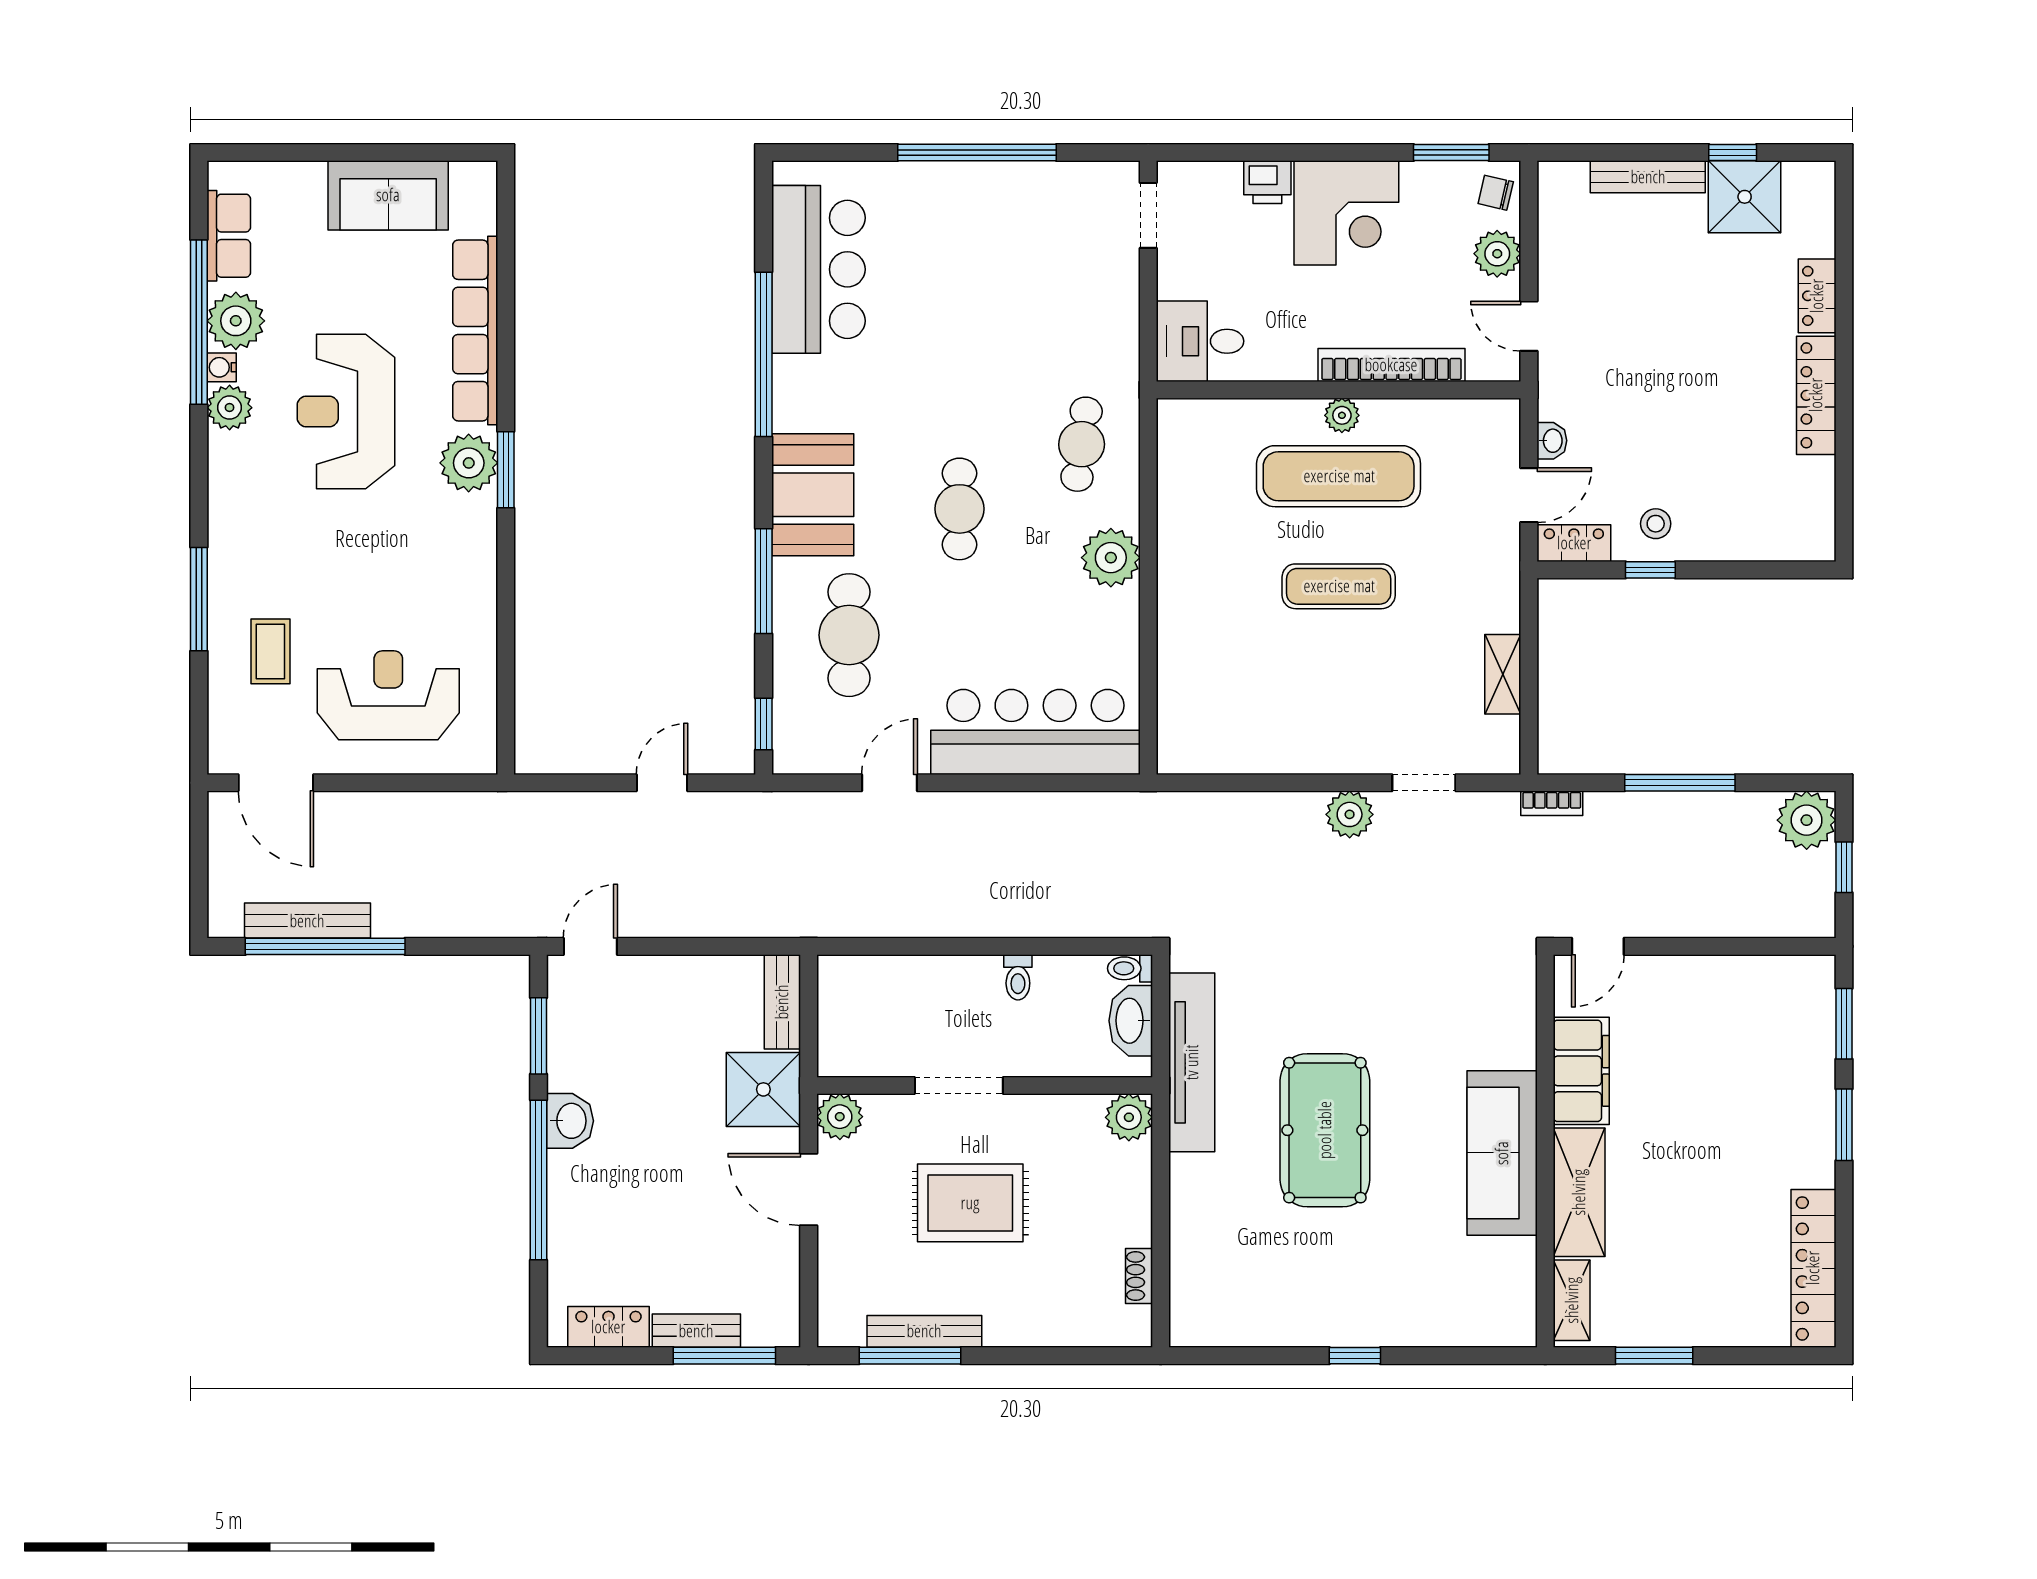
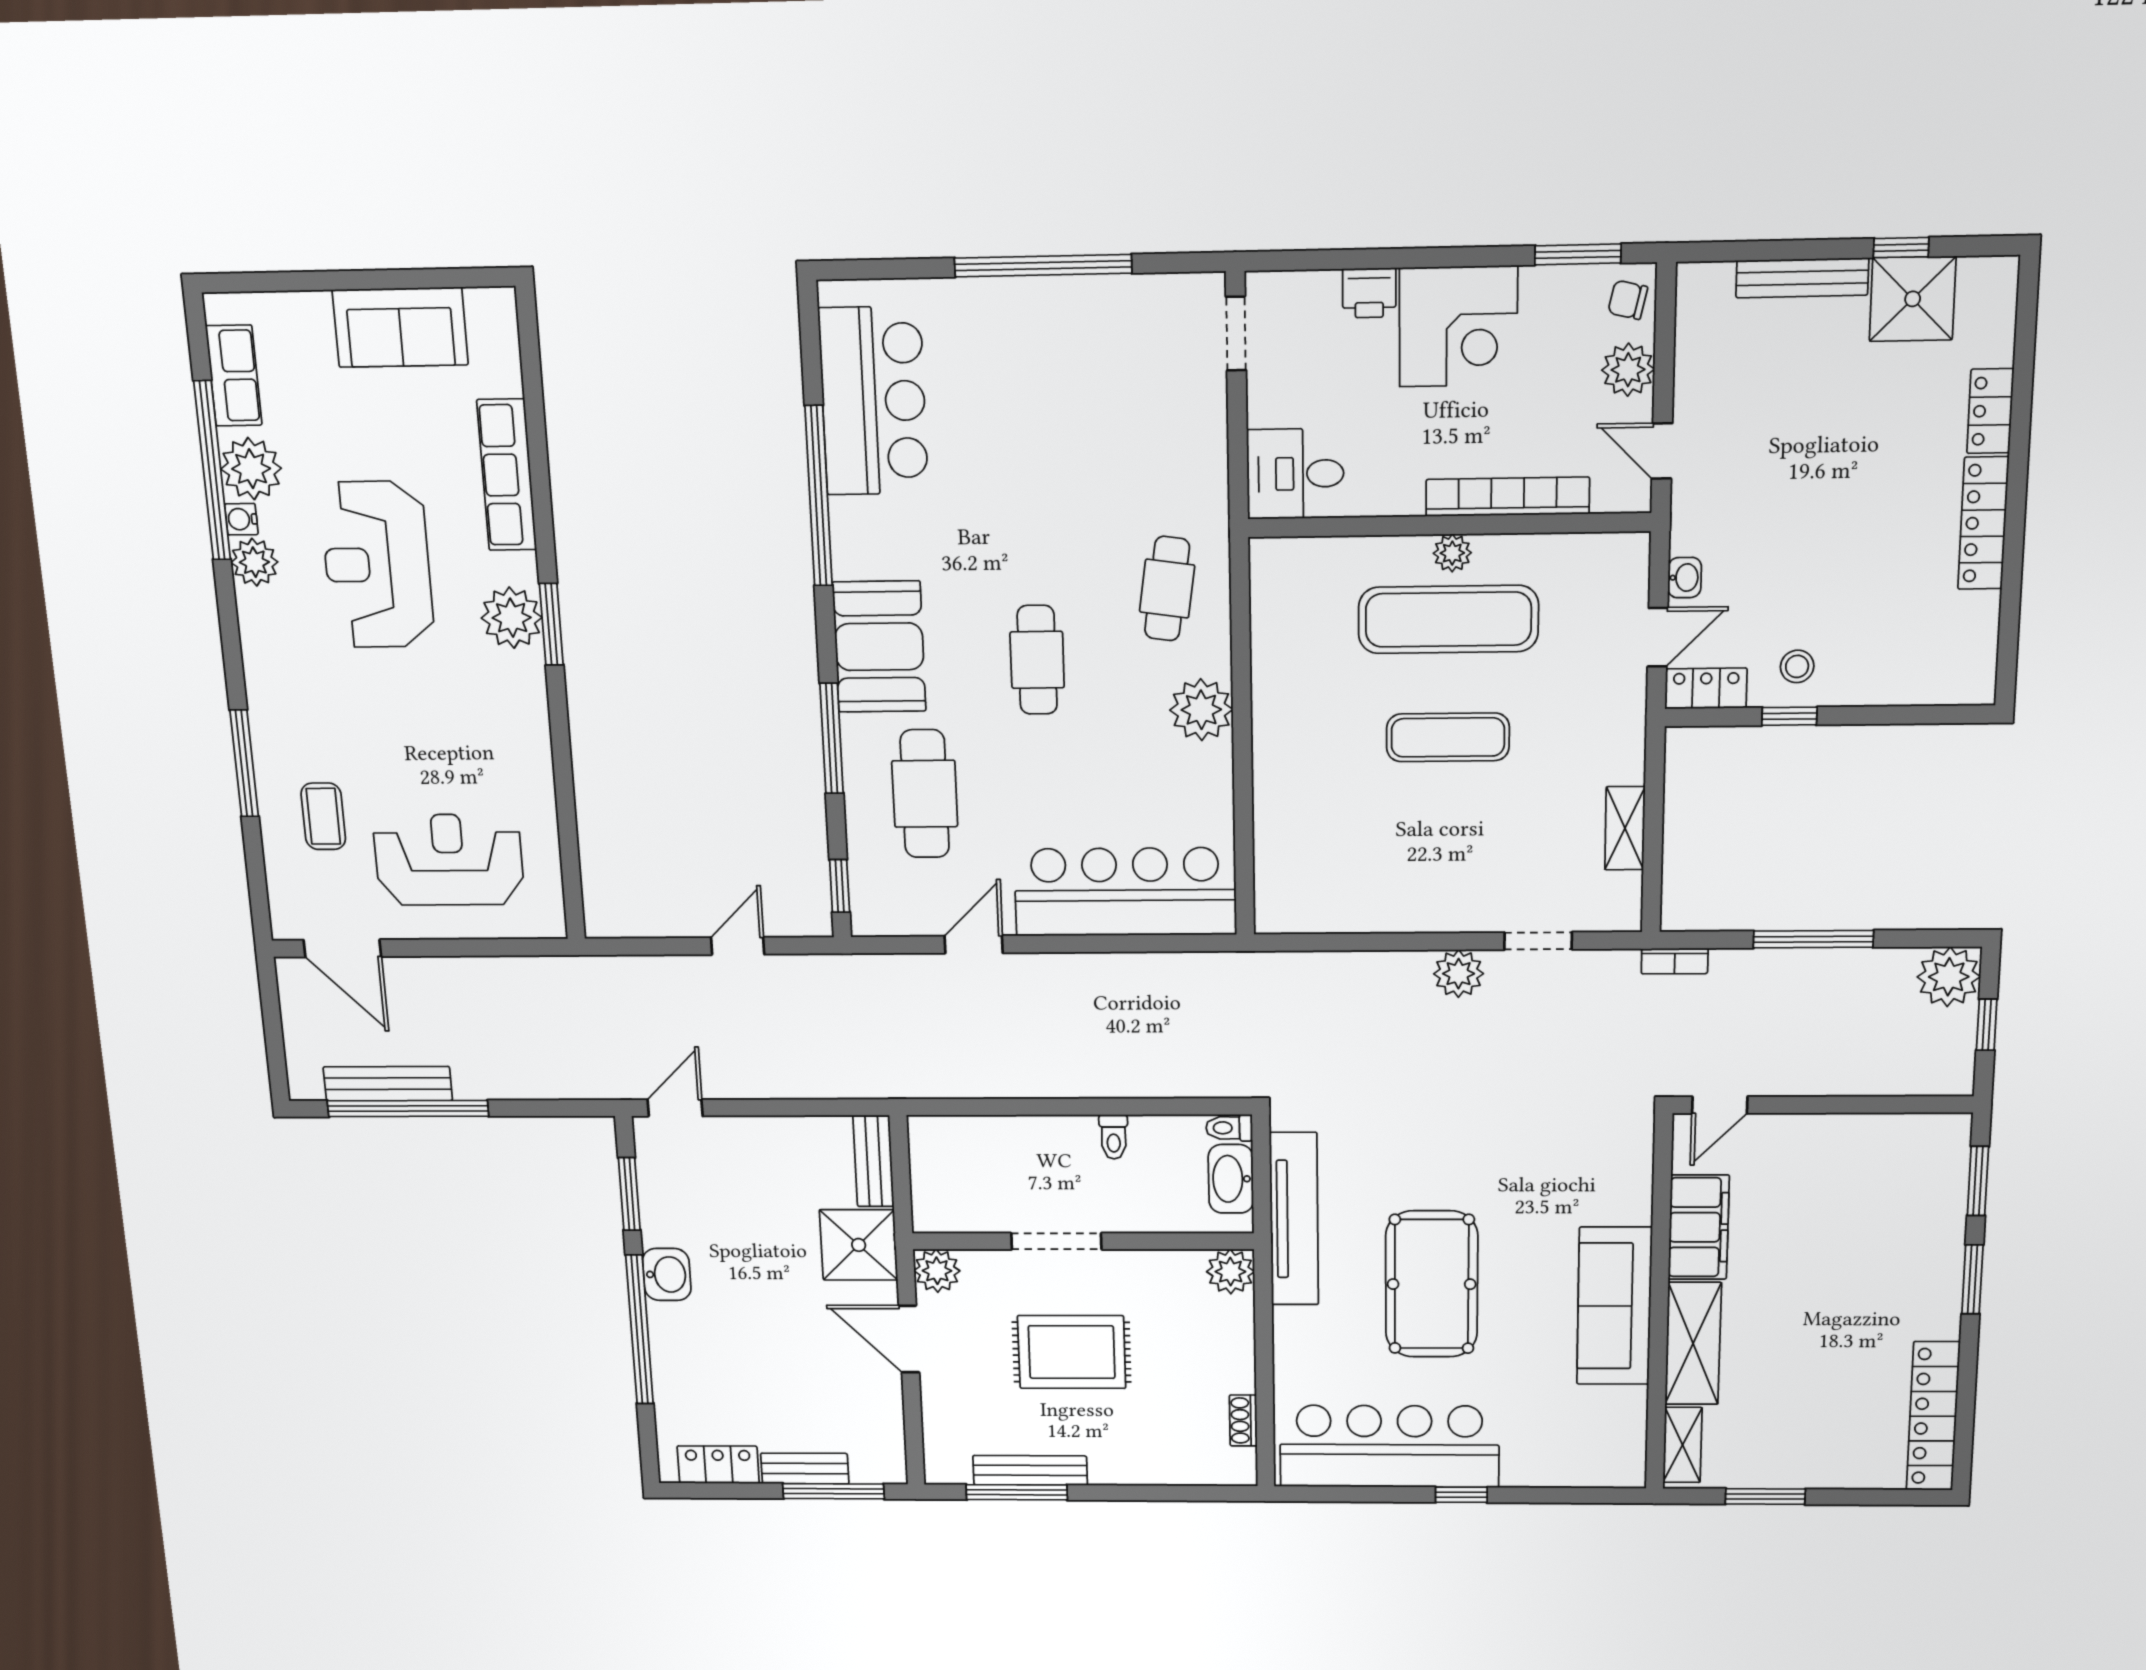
row of seats: (475, 330) -> (507, 475), width x0.73
bar counter: (1284, 1303) -> (1389, 1446), added

